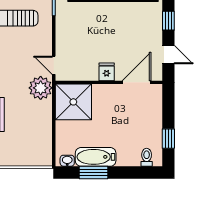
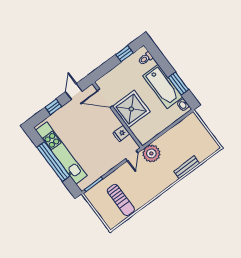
fridge: (107, 72) -> (121, 133), moved
shower: (73, 102) -> (131, 109), moved
bathtub: (96, 157) -> (163, 86), width x1.36, depth x1.36

